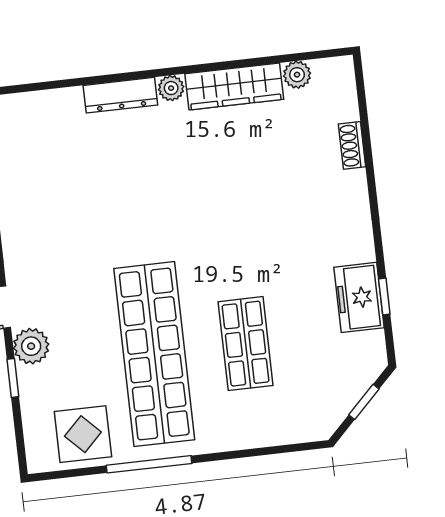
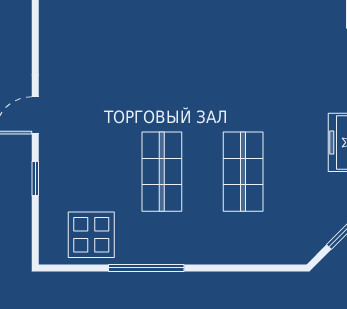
plant: (31, 346) -> (55, 152), removed
shop shelf: (154, 354) -> (162, 172), width x0.50, depth x0.74

